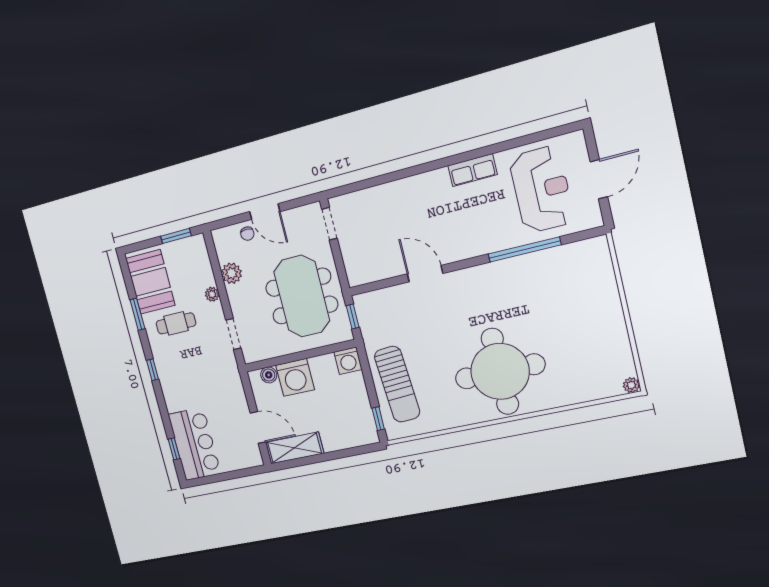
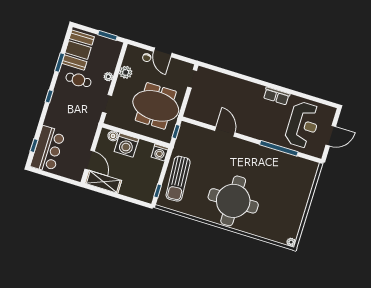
meeting table: (302, 296) -> (156, 106), turned 90

